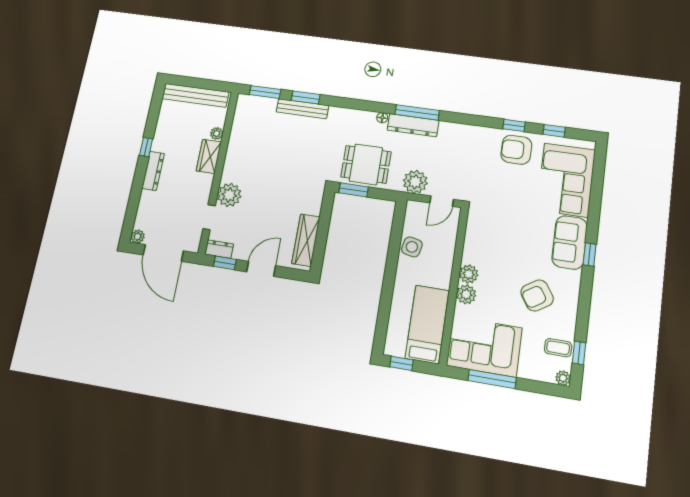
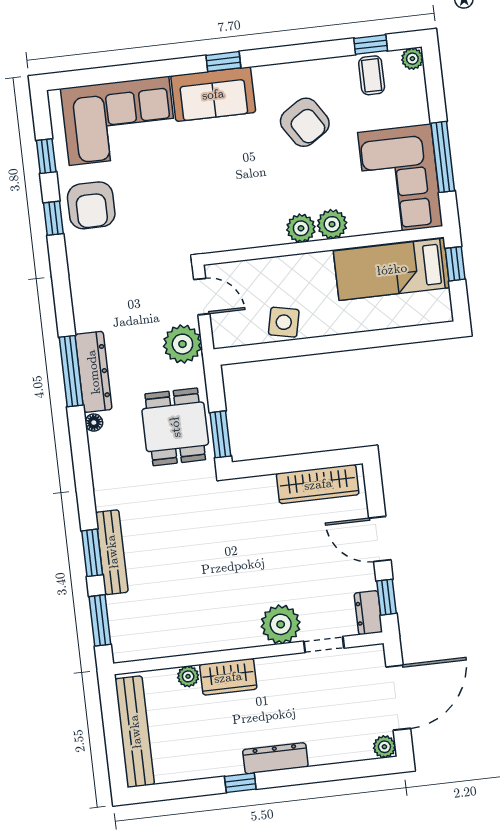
window: (402, 363) -> (455, 264), moved

